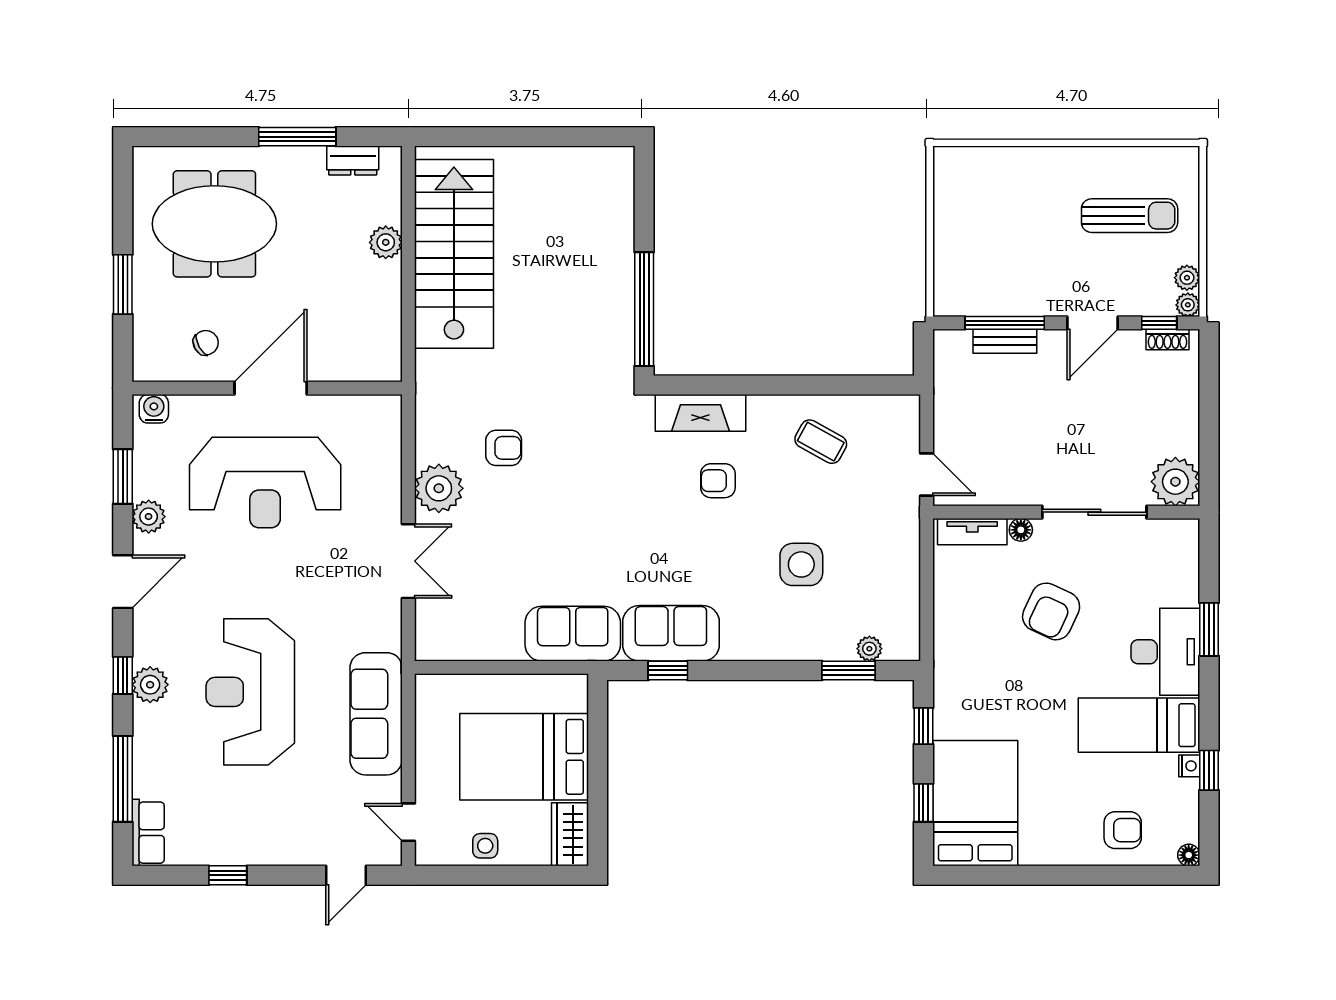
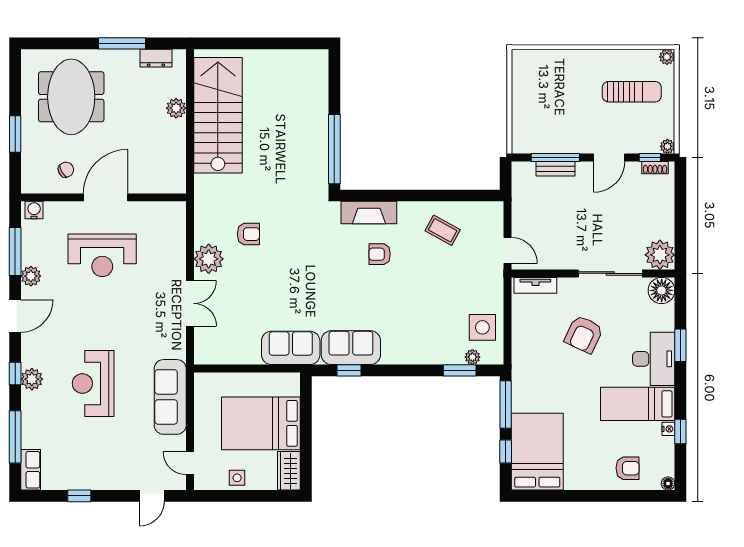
meeting table: (214, 224) -> (71, 97), turned 90
plant: (1187, 278) -> (667, 57), moved
window: (123, 476) -> (15, 252), width x1.44
reception desk: (265, 483) -> (102, 255), width x0.74, depth x0.77
floor lamp: (1021, 530) -> (662, 290), moved, width x1.89, depth x1.89
side table: (801, 564) -> (482, 327), moved
reception desk: (250, 692) -> (93, 384), width x0.74, depth x0.77
window: (923, 726) -> (506, 404), width x2.17

